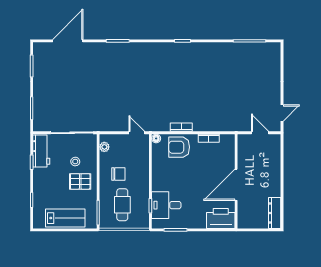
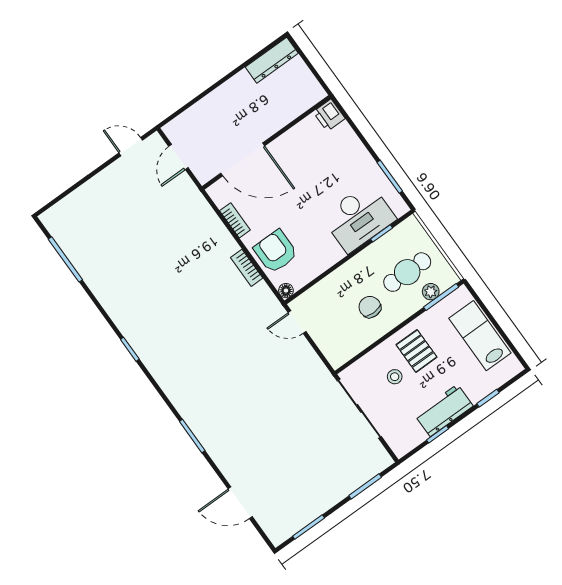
door: (68, 41) -> (240, 503), width x0.73
door: (137, 133) -> (297, 322), hinge flipped
plant: (104, 147) -> (431, 292), moved
armchair: (179, 147) -> (276, 251), turned 180
workbench: (41, 151) -> (444, 410), moved
door: (236, 185) -> (243, 159), moved
desk: (166, 205) -> (359, 218), width x1.37
printer: (221, 219) -> (329, 115), width x0.53, depth x0.68

